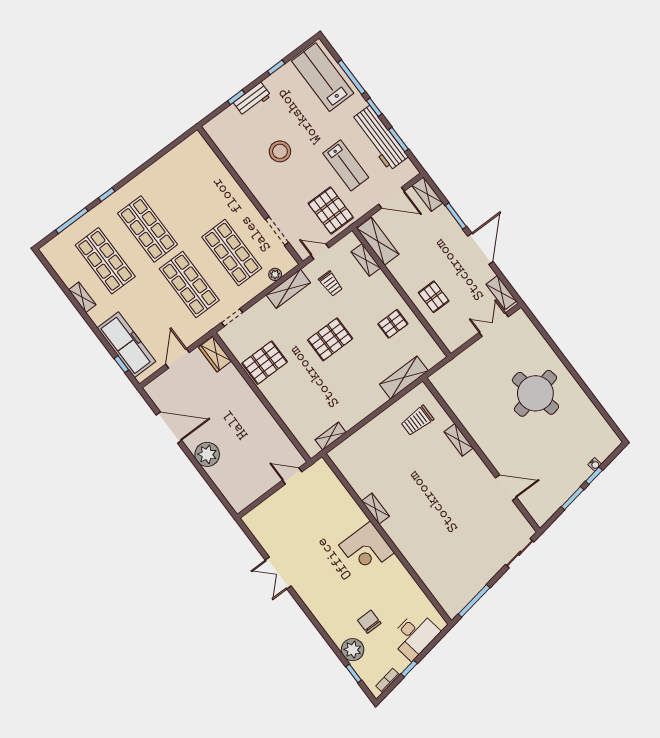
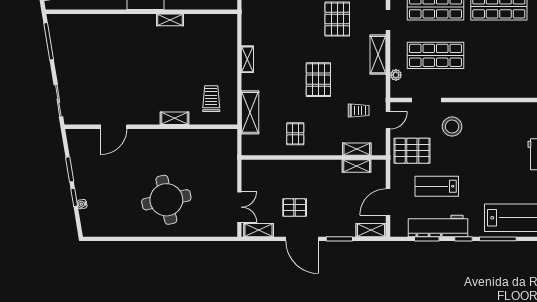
stool: (280, 151) -> (452, 126), moved
shelving: (378, 241) -> (357, 166), width x0.67, depth x0.75
trolley: (331, 284) -> (359, 111), turned 180
shelving: (288, 289) -> (378, 55), moved
pallet: (434, 297) -> (295, 208), moved
shelving: (331, 436) -> (247, 59), moved

